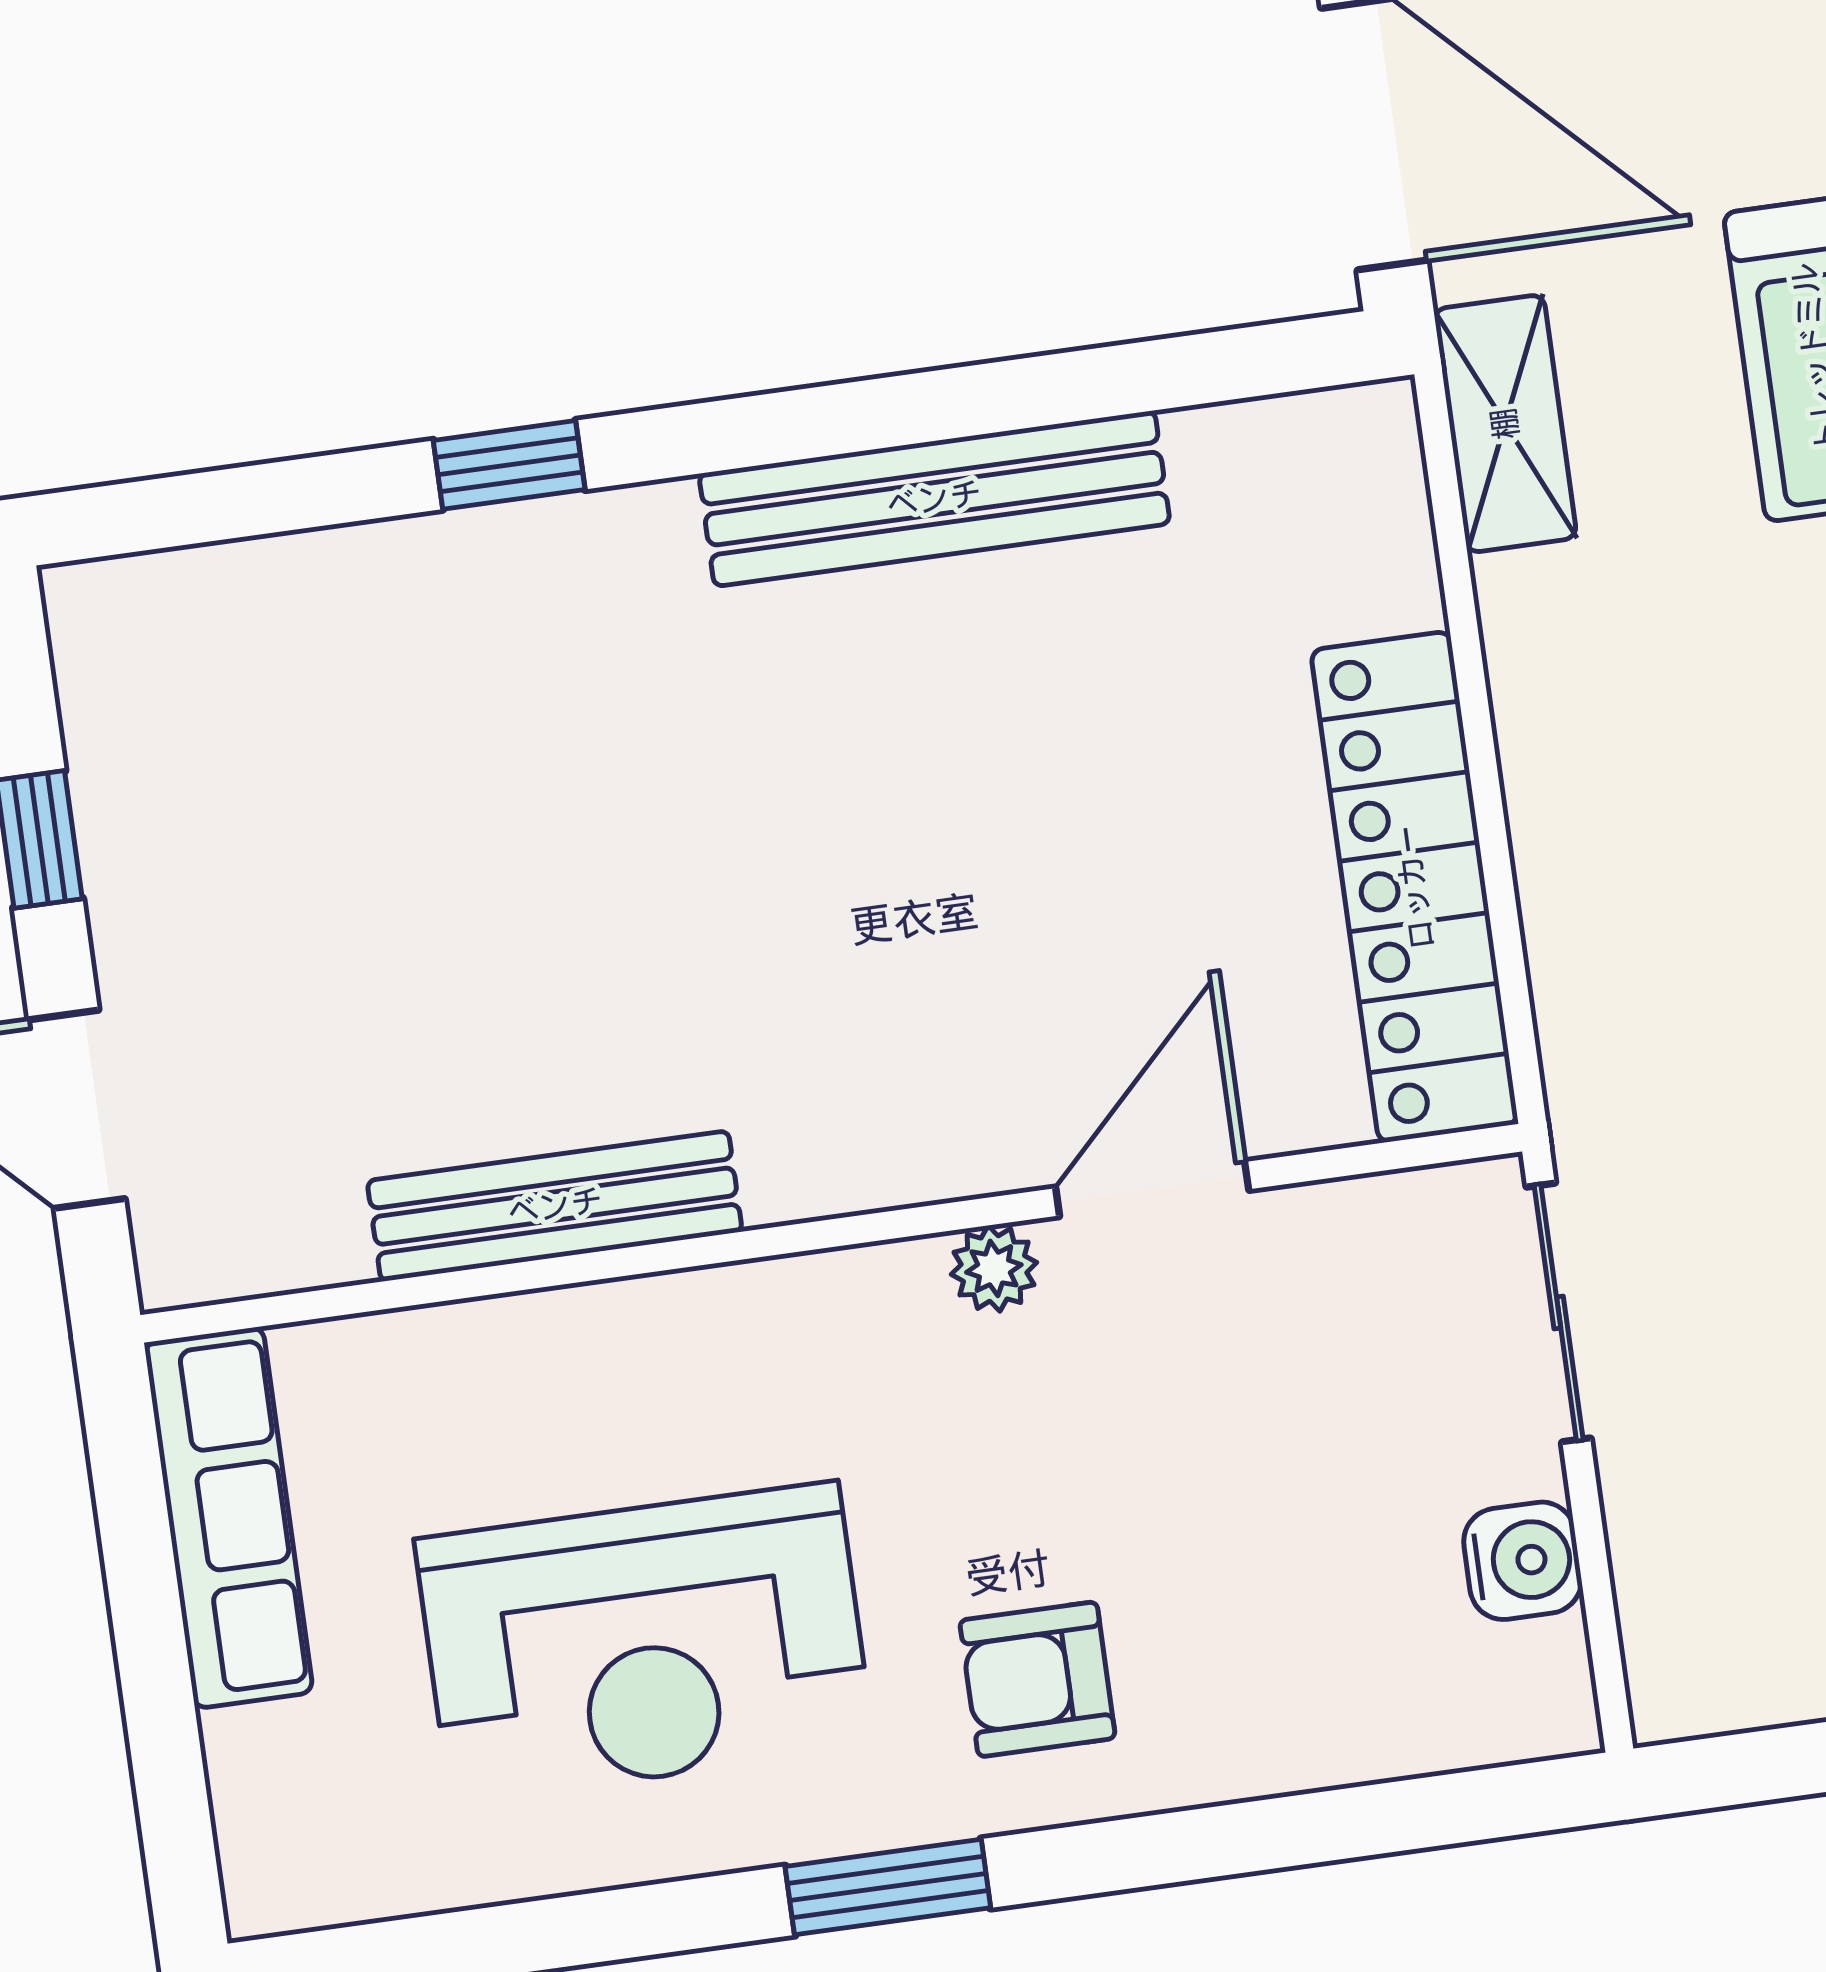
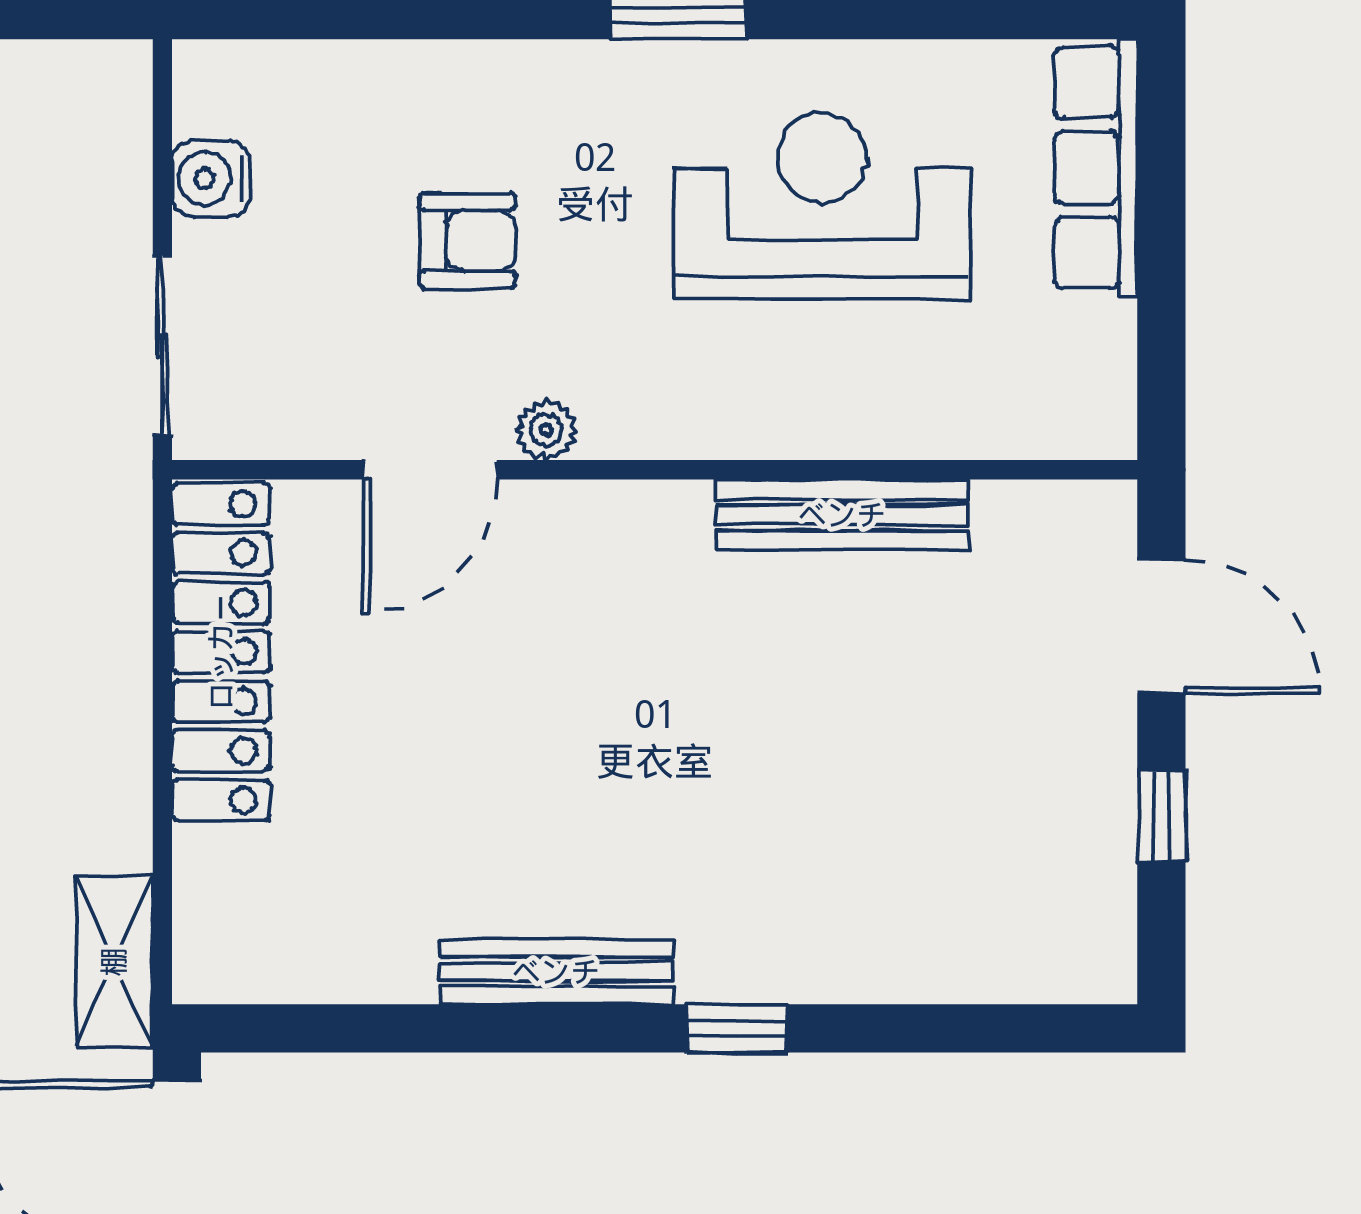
window: (509, 465) -> (737, 1028), moved
bench: (934, 499) -> (556, 972), width x0.73, depth x0.82
row of seats: (229, 1518) -> (1096, 167), moved
armchair: (1037, 1679) -> (467, 241), moved

